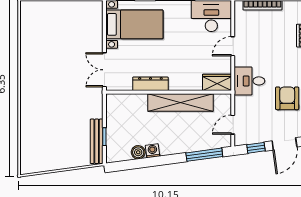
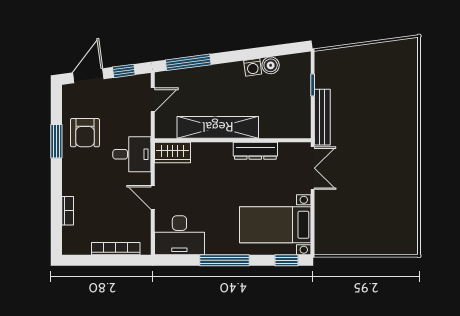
door: (233, 46) -> (153, 197), swing flipped
bench: (97, 141) -> (322, 117), moved

